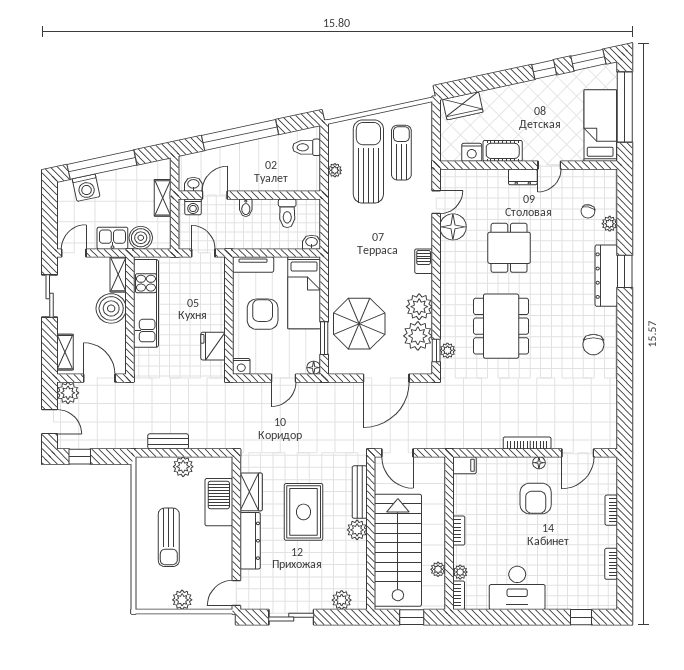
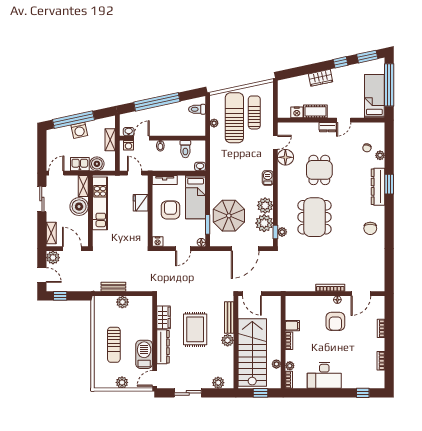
wardrobe: (463, 106) -> (321, 78), moved
washing machine: (86, 188) -> (79, 130), moved
fridge: (213, 346) -> (141, 203), moved
filing cabinet: (464, 465) -> (292, 326), moved
barbecue: (219, 502) -> (144, 354), moved

